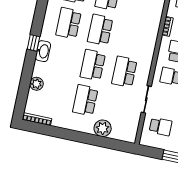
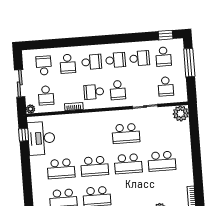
school desk: (161, 127) -> (166, 86), turned 180
plant: (103, 128) -> (181, 113), moved

